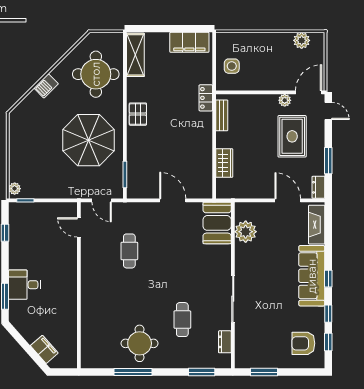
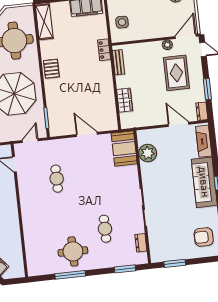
door: (102, 200) -> (30, 141), swing flipped

